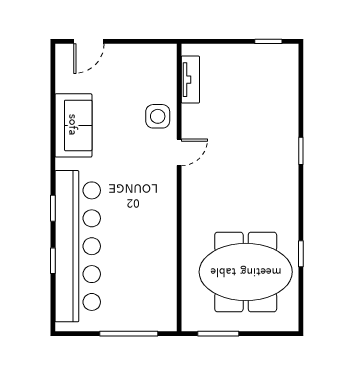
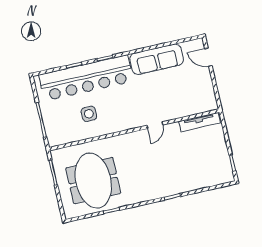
tv unit: (190, 80) -> (199, 122), width x1.41
side table: (158, 116) -> (89, 114), moved
sofa: (73, 125) -> (157, 59), width x1.36
door: (179, 152) -> (155, 125), hinge flipped

